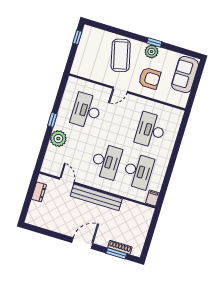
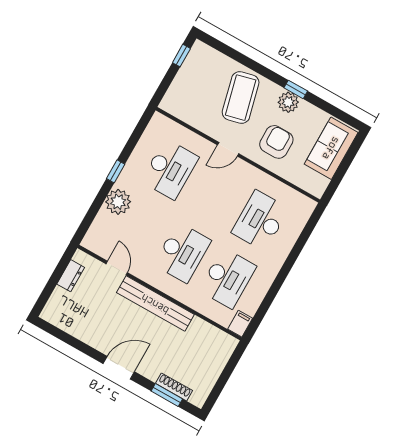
armchair: (150, 78) -> (276, 142), turned -90
desk: (86, 111) -> (170, 169), turned 180

